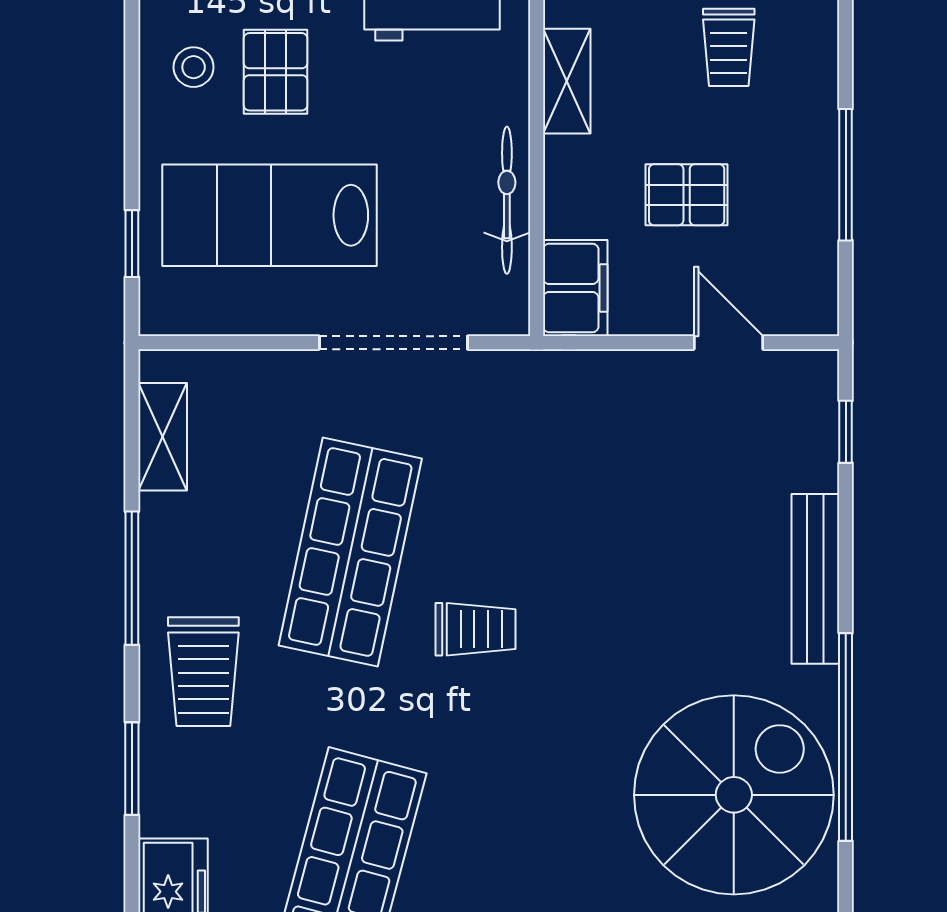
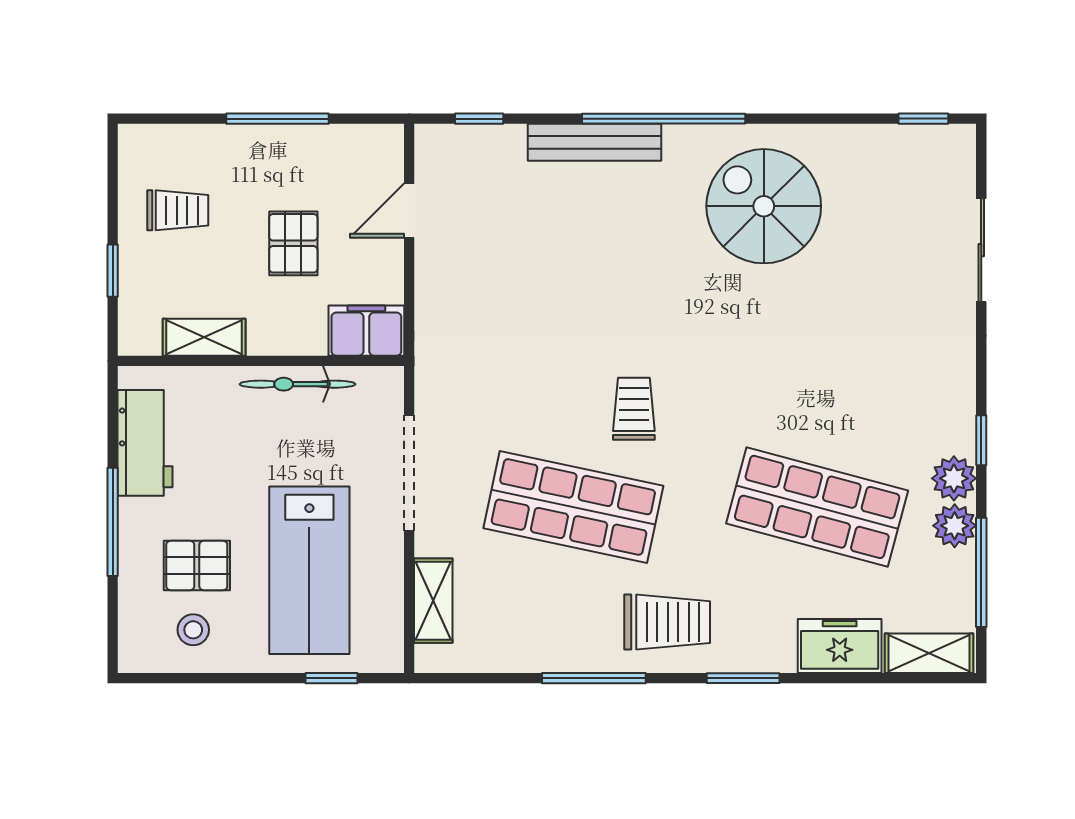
shelving: (163, 437) -> (433, 601), moved, turned 90
window: (846, 737) -> (664, 119), moved
spiral stairs: (734, 795) -> (764, 206), width x0.73, depth x0.73

